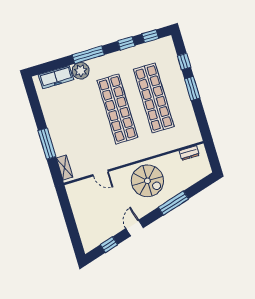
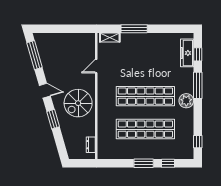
window: (126, 43) -> (198, 54), moved
plant: (81, 71) -> (186, 101), moved
window: (173, 203) -> (53, 119), width x0.69
door: (135, 228) -> (45, 91), moved
window: (109, 245) -> (35, 55), width x2.17

